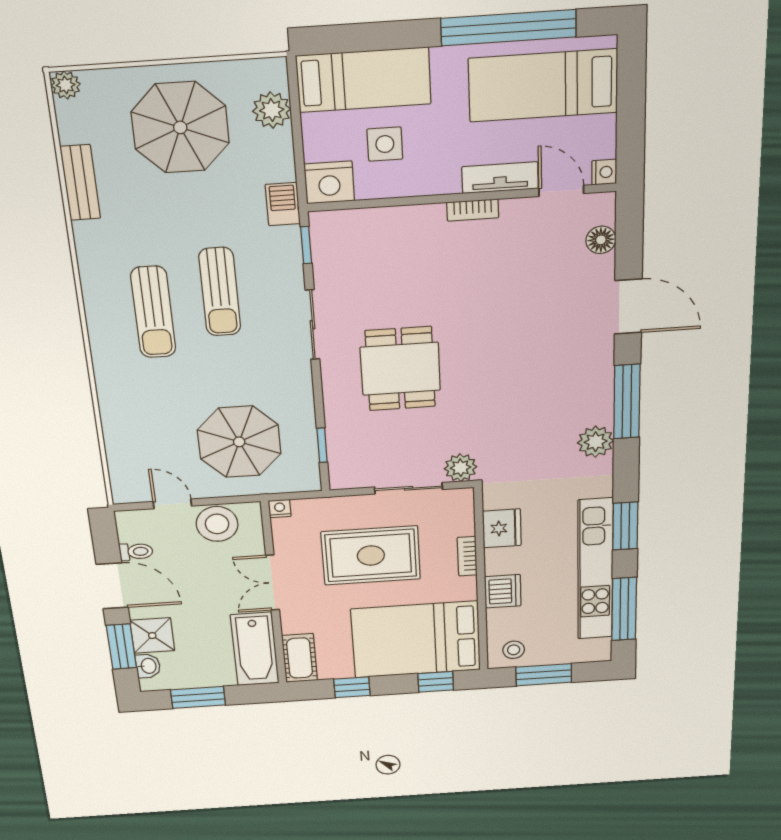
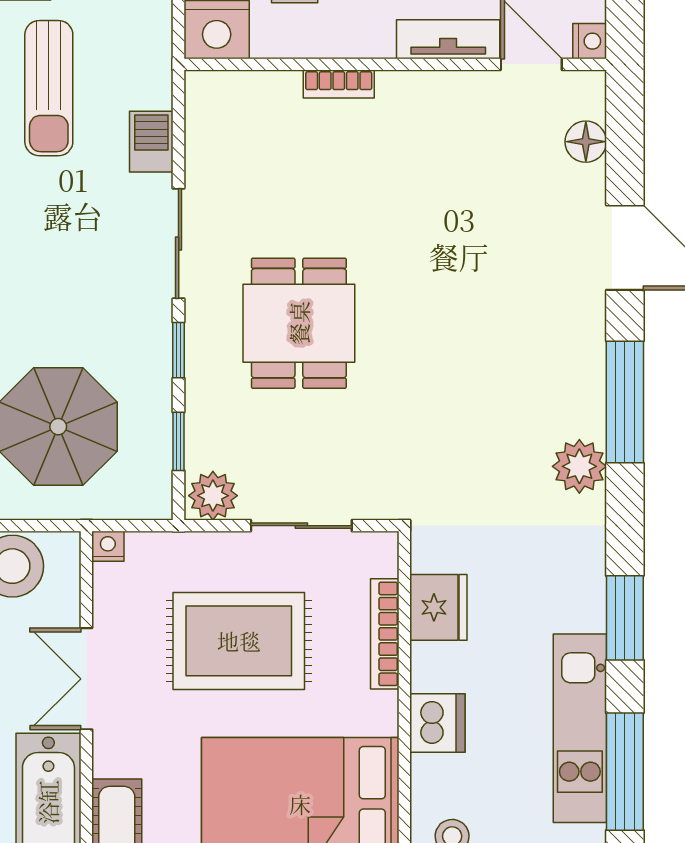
barbecue: (283, 204) -> (151, 142), moved
bookcase: (473, 210) -> (339, 84), moved
window: (306, 245) -> (179, 350), moved
sun lounger: (220, 292) -> (49, 88), moved
plant: (461, 468) -> (213, 496), moved
bookcase: (467, 556) -> (385, 634), width x1.56
kitchen unit: (595, 570) -> (580, 728), width x0.73

